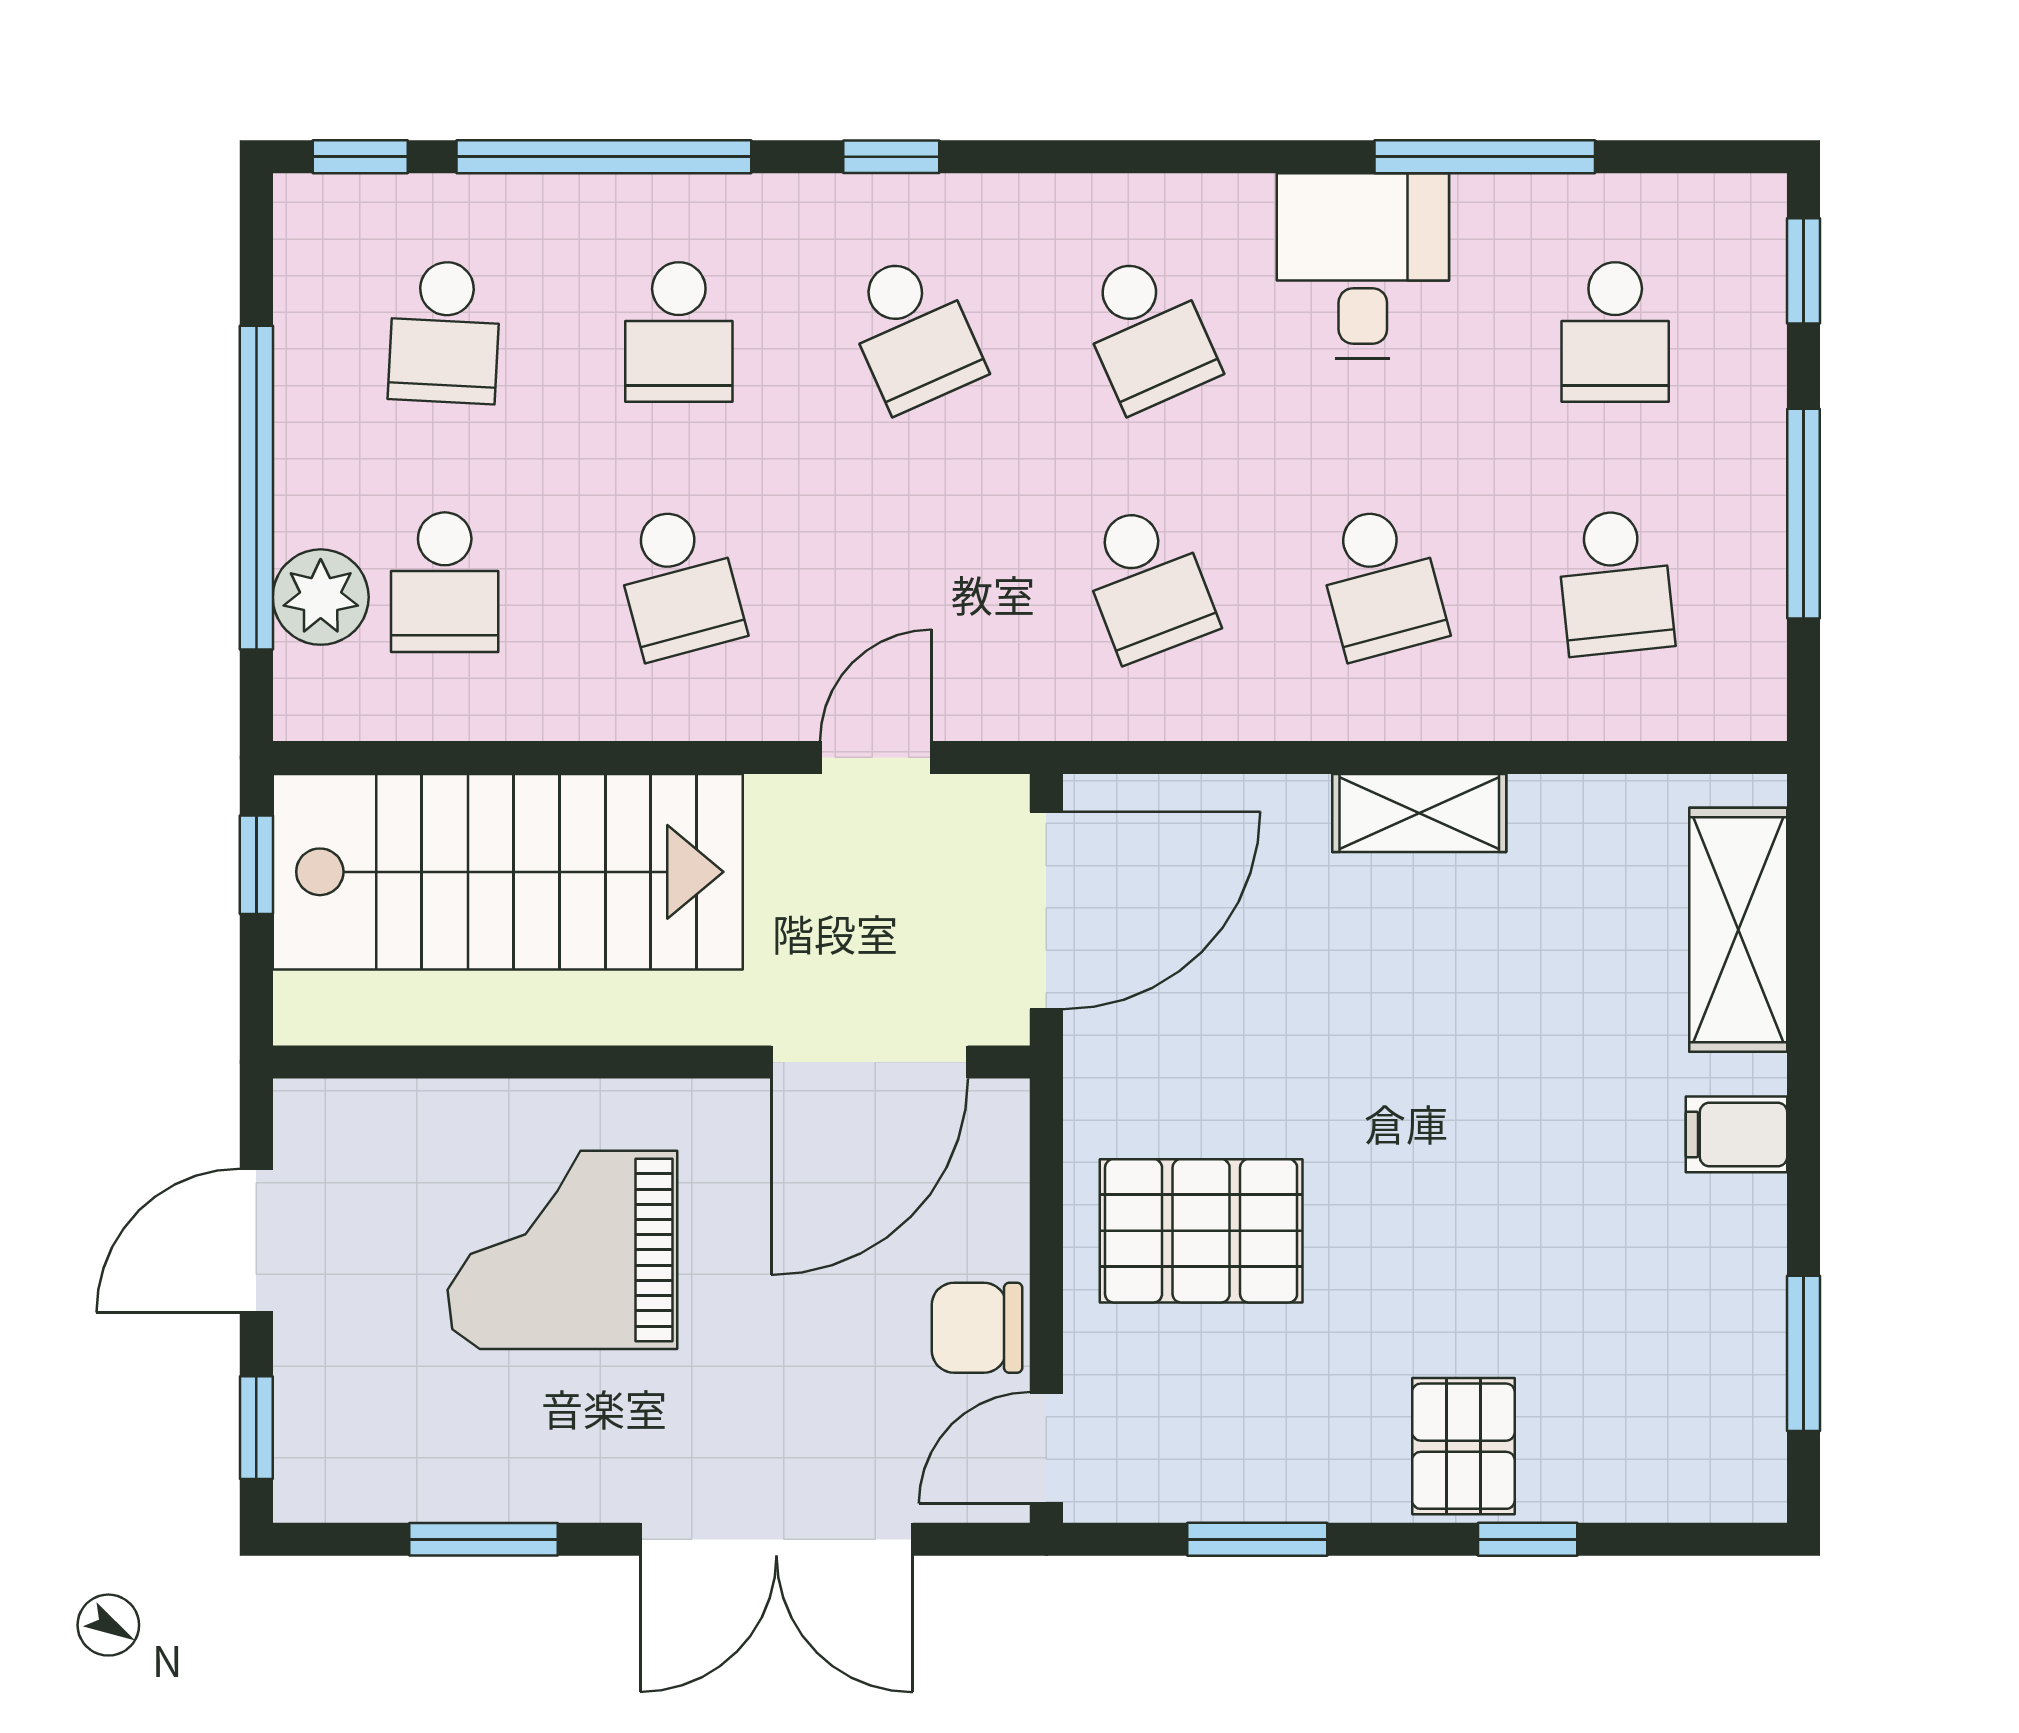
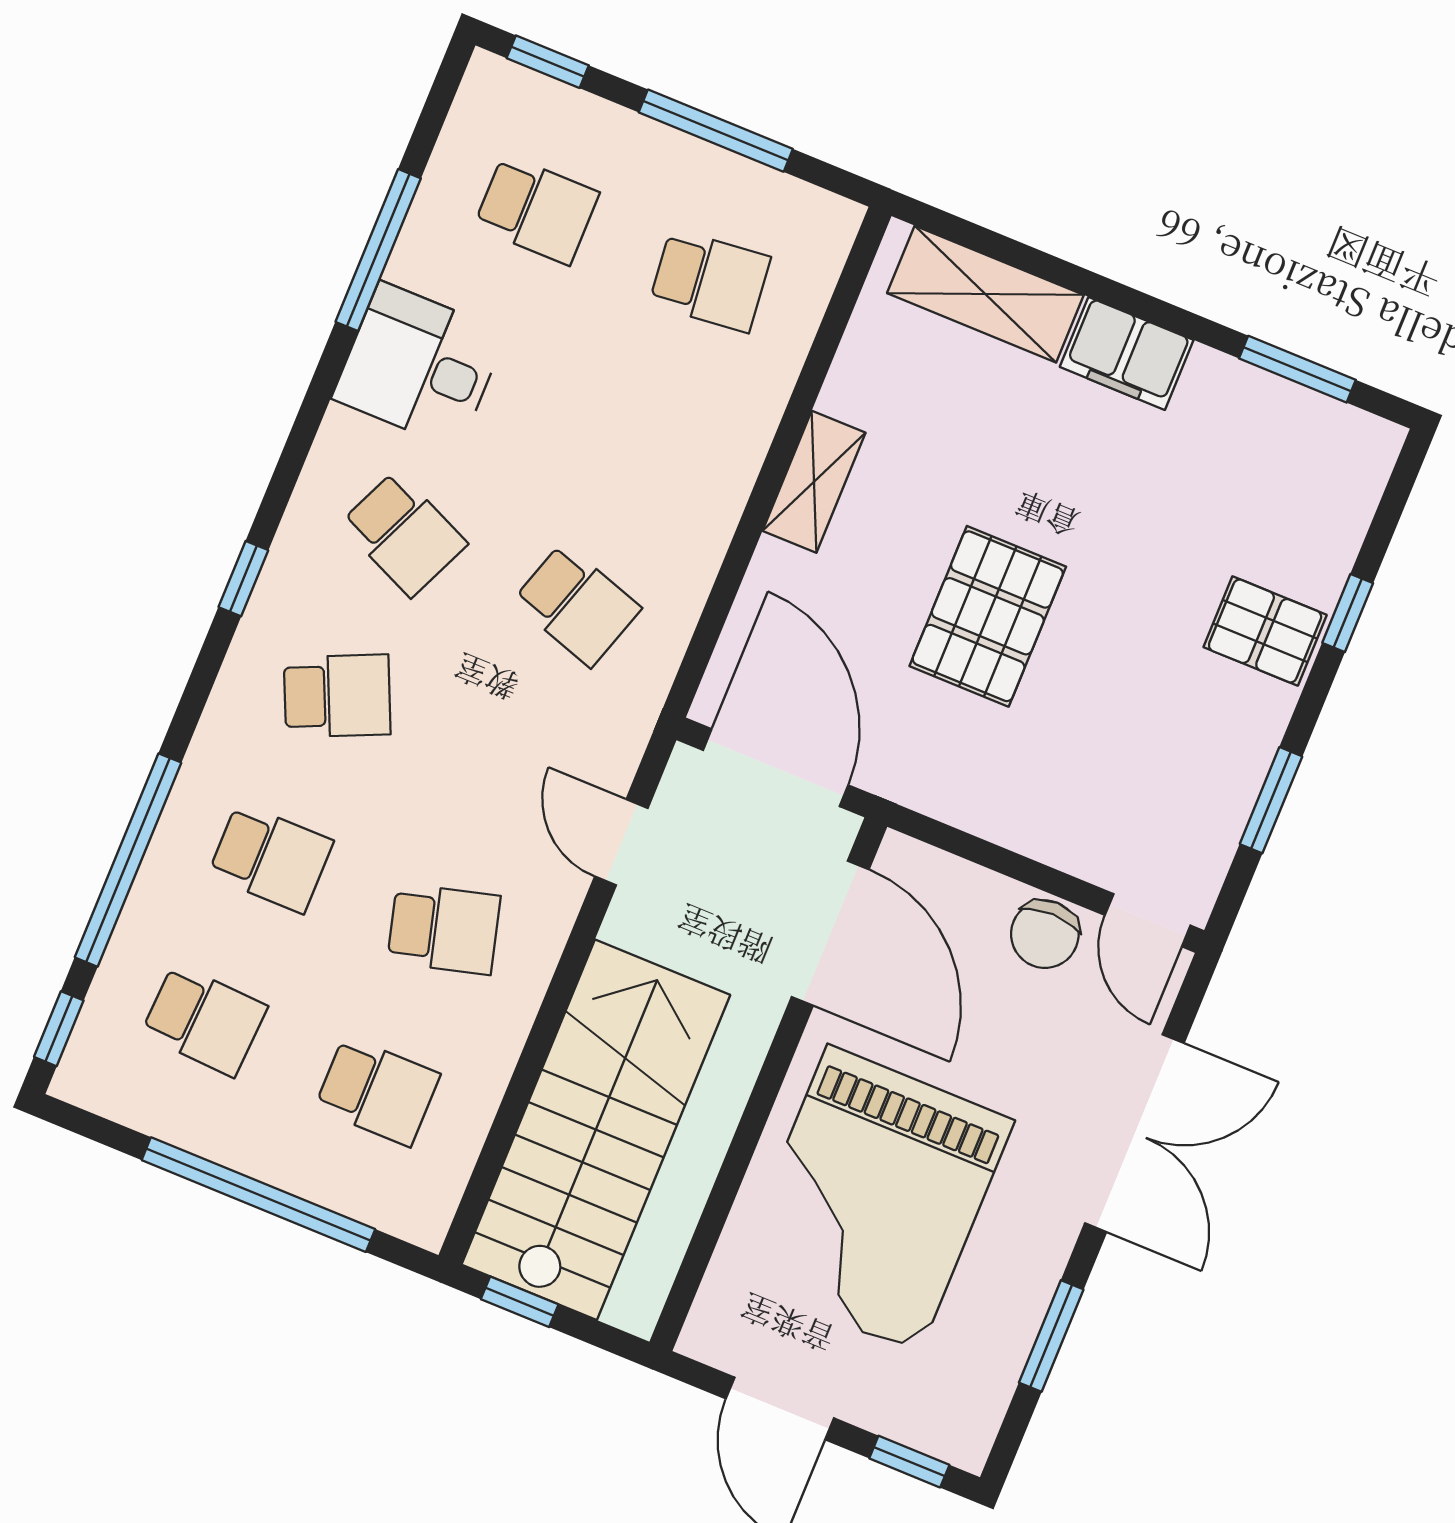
window: (891, 157) -> (243, 579), moved
school desk: (1147, 332) -> (404, 534), turned 48
school desk: (1147, 582) -> (577, 605), turned 39
school desk: (1381, 582) -> (643, 443), removed
plant: (321, 597) -> (353, 1181), removed
filing cabinet: (1736, 1134) -> (1127, 353), width x2.00
pallet: (1201, 1231) -> (988, 616), moved
grand piano: (562, 1250) -> (873, 1199), width x1.37, depth x1.48

